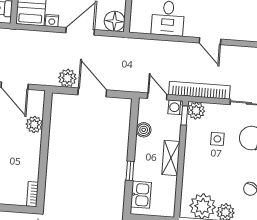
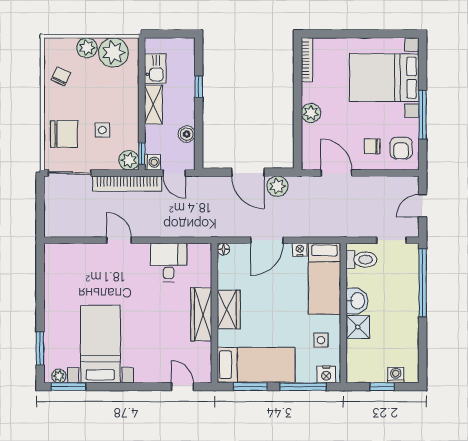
floor lamp: (114, 21) -> (223, 249), width x0.53, depth x0.53
plant: (34, 124) -> (311, 113), moved
bookcase: (32, 194) -> (307, 60), width x1.56
kitchen sink: (141, 195) -> (155, 68), moved, turned 180

